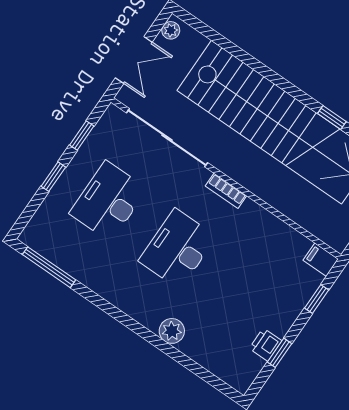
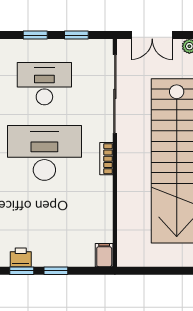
desk: (177, 249) -> (44, 153), width x1.36, depth x1.30
window: (317, 299) -> (56, 271), moved

